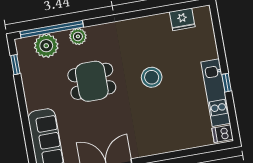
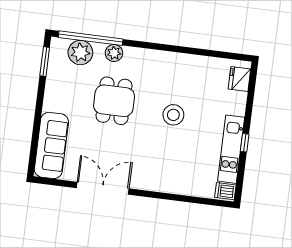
fridge: (182, 19) -> (239, 79), moved, turned 90
window: (15, 65) -> (45, 62), width x1.50
dining table: (92, 81) -> (114, 101), turned 90

